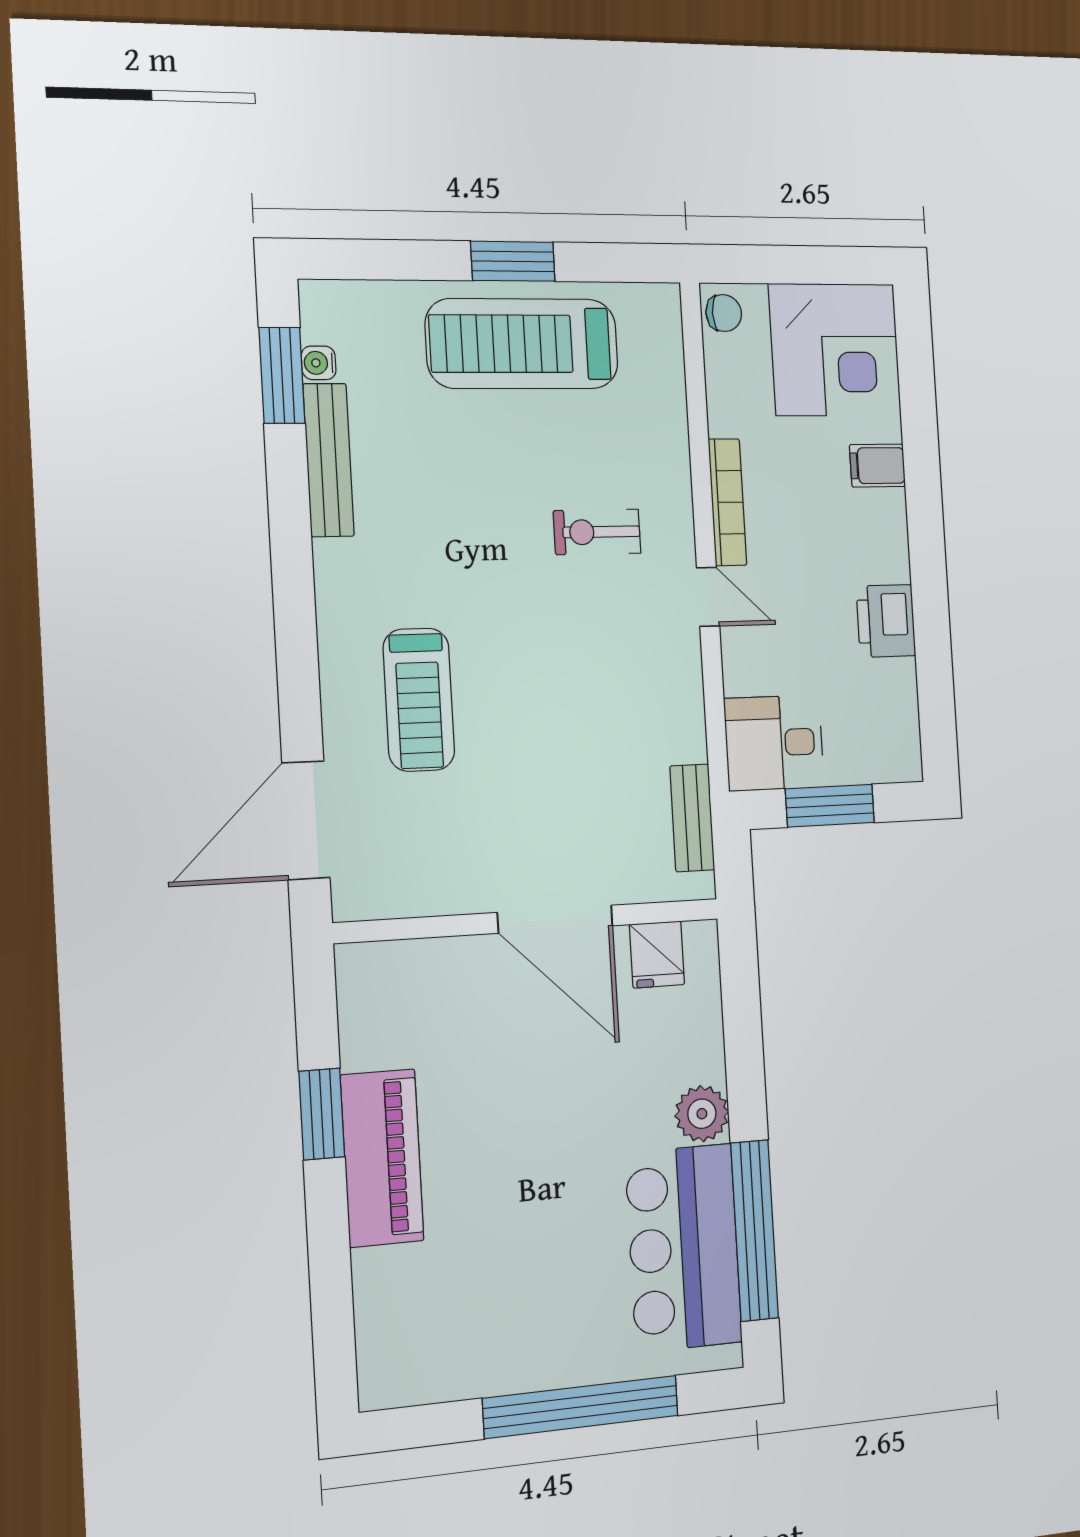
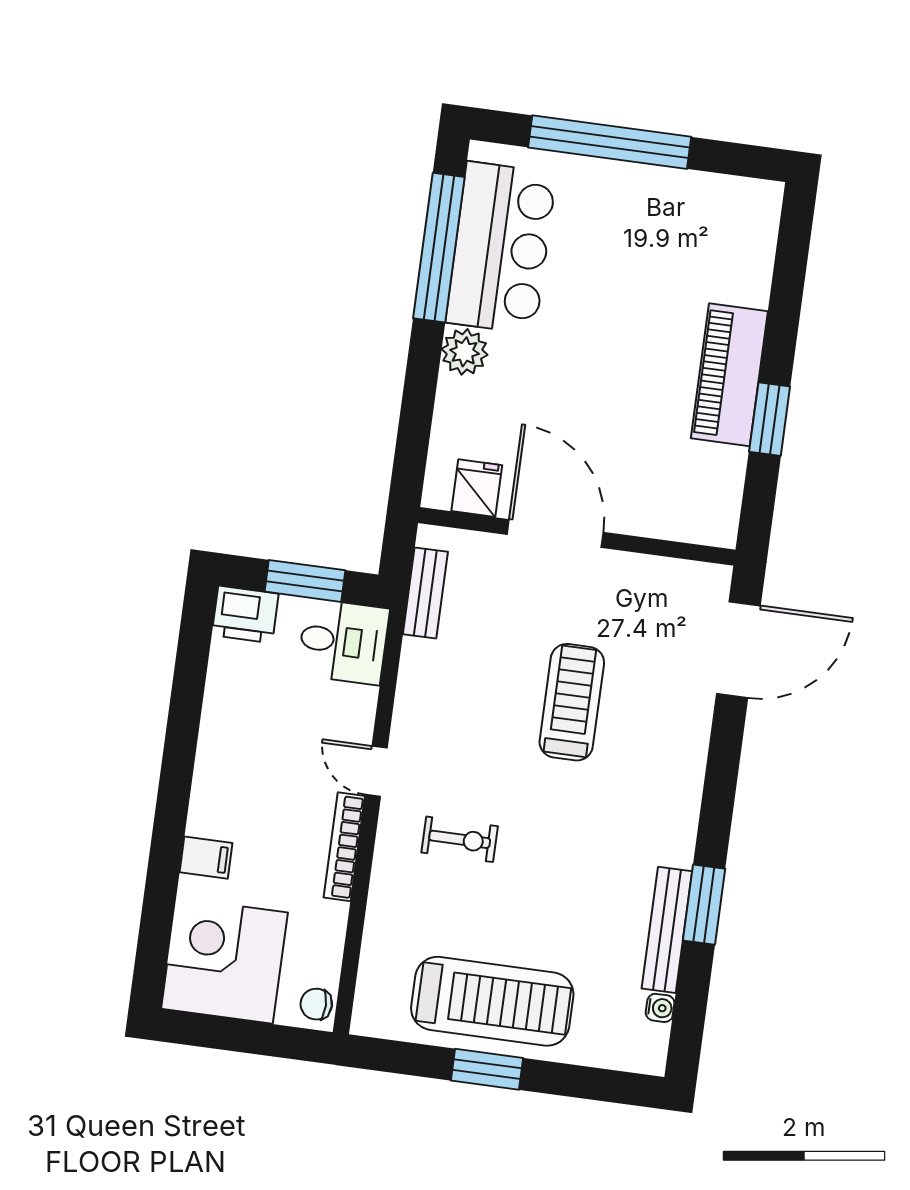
window: (282, 375) -> (704, 905), moved
printer: (886, 621) -> (245, 614), moved, turned 90
treadmill: (419, 700) -> (572, 702), moved

